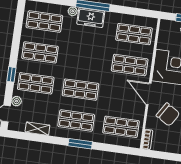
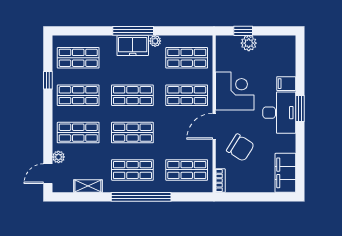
plant: (73, 11) -> (155, 41), moved
shop shelf: (85, 59) -> (132, 95), added
window: (11, 74) -> (48, 80), moved
door: (149, 94) -> (214, 126), hinge flipped
window: (80, 144) -> (141, 197), width x2.11

